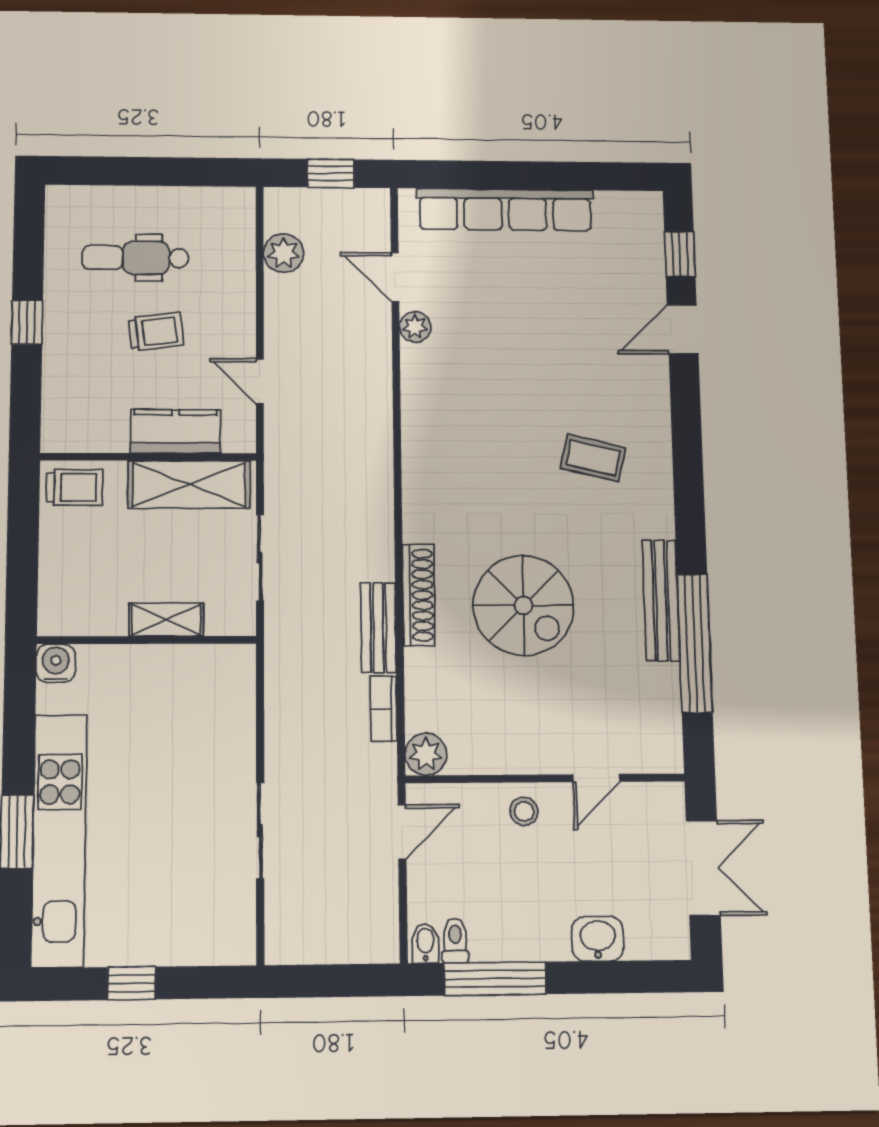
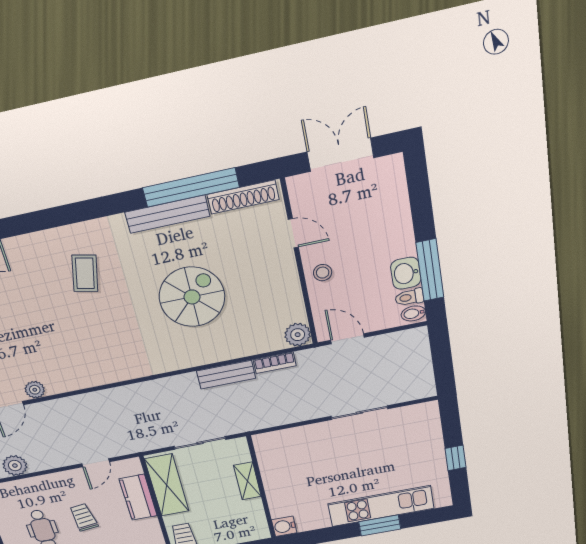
shoe rack: (419, 595) -> (243, 197), moved, turned 180
kitchen unit: (59, 840) -> (381, 506), width x0.73
washbasin: (598, 939) -> (406, 273), moved

